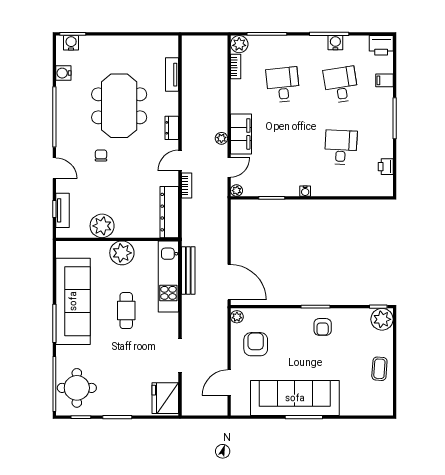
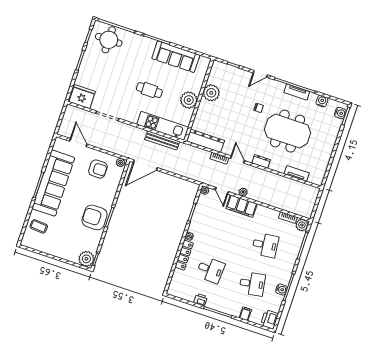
printer: (386, 167) -> (200, 300), moved
locker: (333, 189) -> (184, 255), added
tv unit: (62, 210) -> (297, 92), moved
sofa: (73, 301) -> (176, 57), width x0.74, depth x0.79
armchair: (323, 327) -> (95, 217), width x1.88, depth x1.88
coffee table: (379, 369) -> (39, 226), moved

